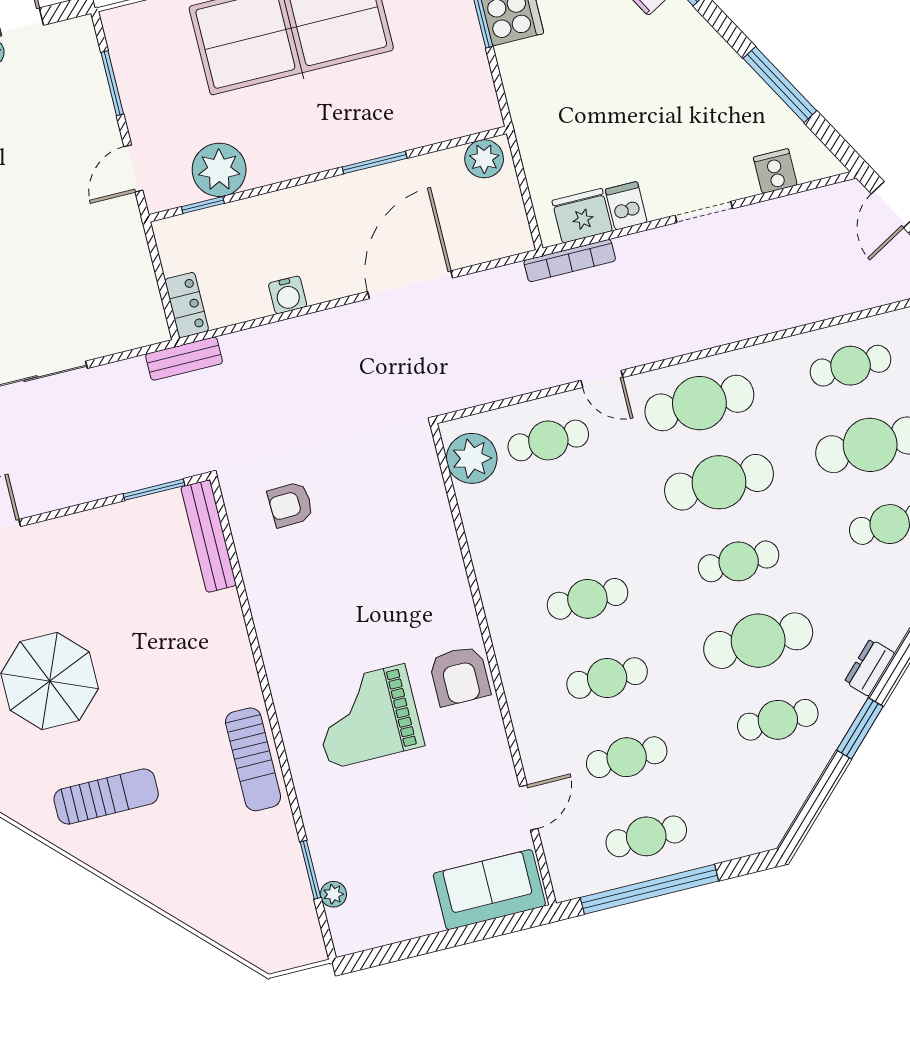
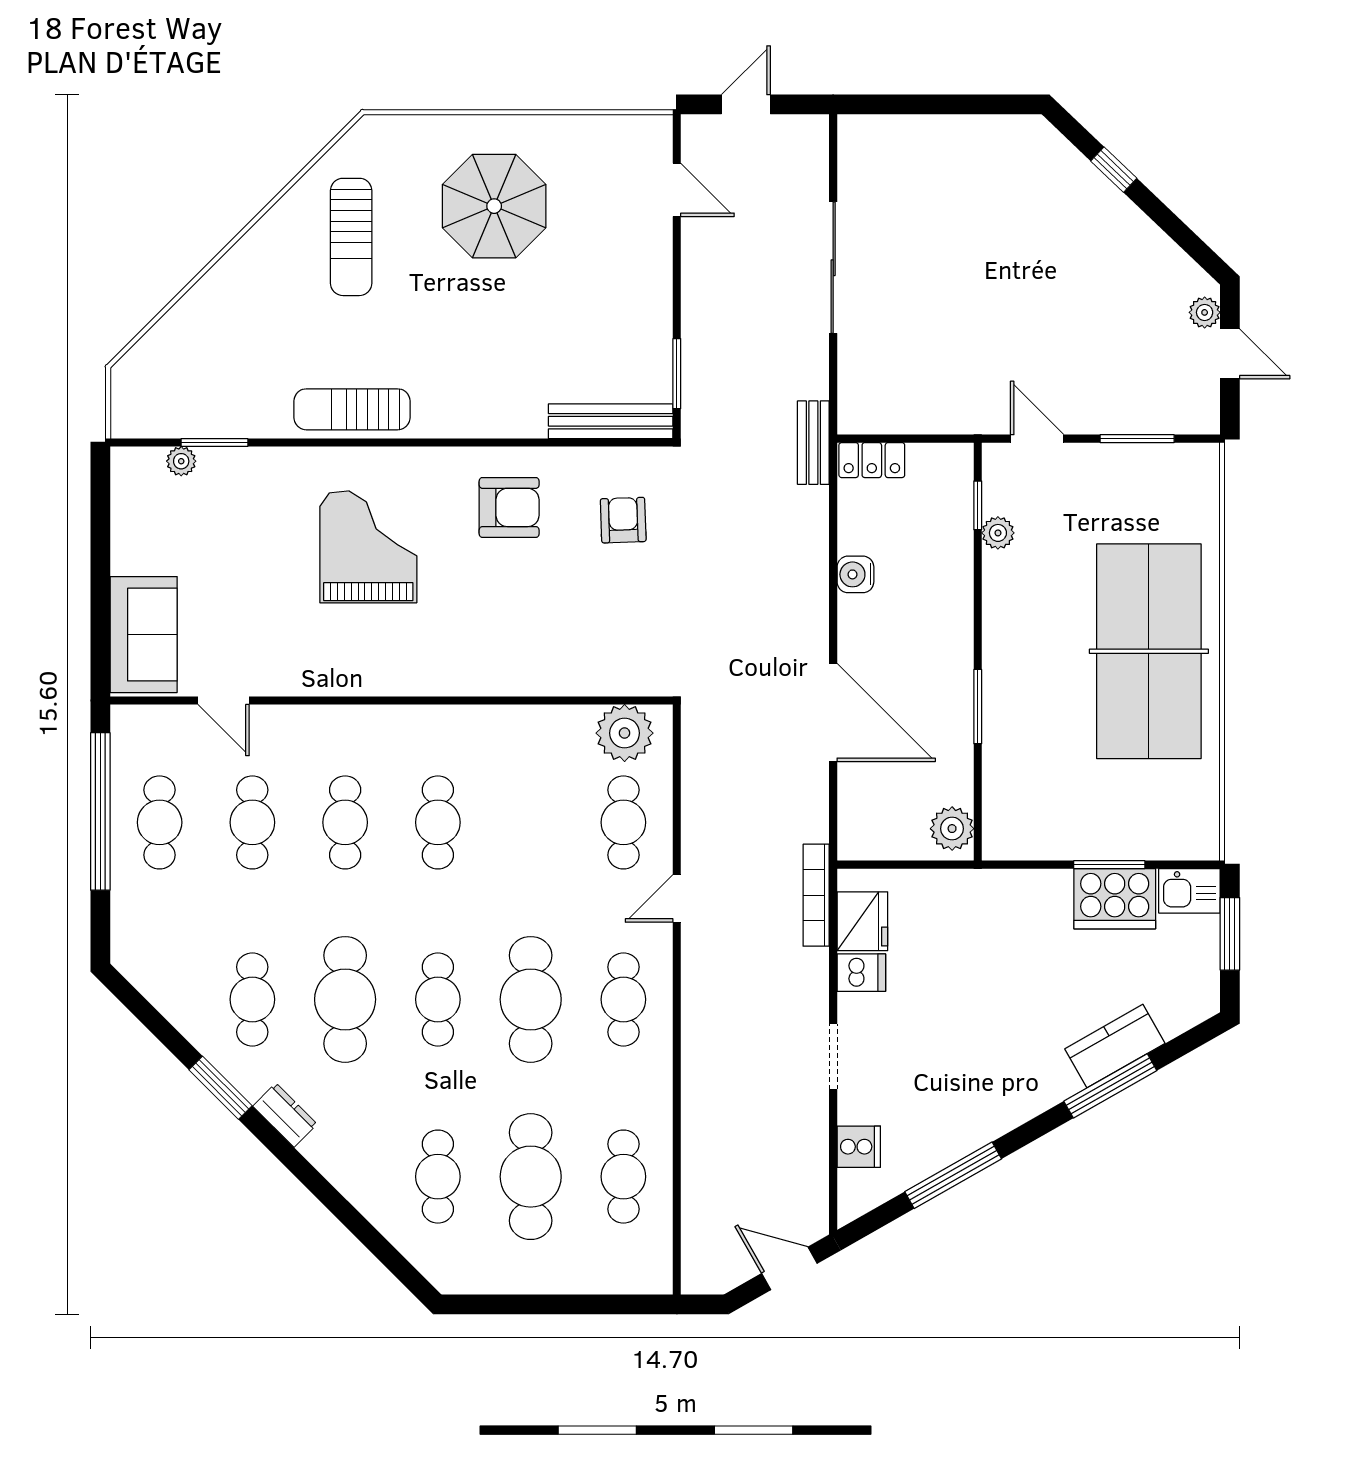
plant: (219, 170) -> (998, 533), width x0.53, depth x0.53
cafe table: (699, 403) -> (623, 999), width x0.73, depth x0.74
armchair: (460, 676) -> (509, 507), moved, turned 180

